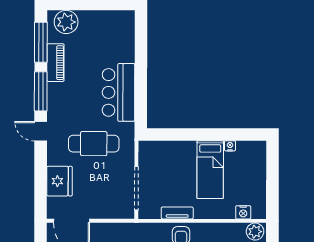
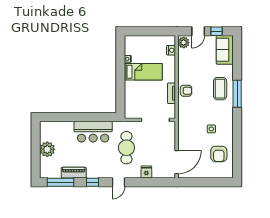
plant: (66, 22) -> (47, 149), moved
window: (41, 91) -> (92, 182), width x0.46
fridge: (59, 181) -> (146, 172), width x0.53, depth x0.75

